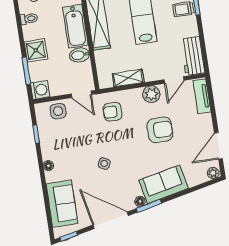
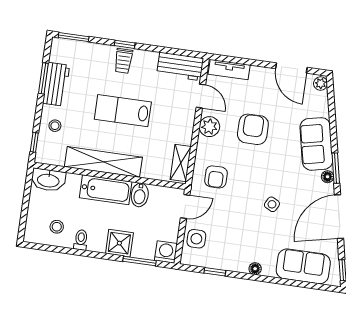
shelving: (128, 78) -> (181, 163), moved

